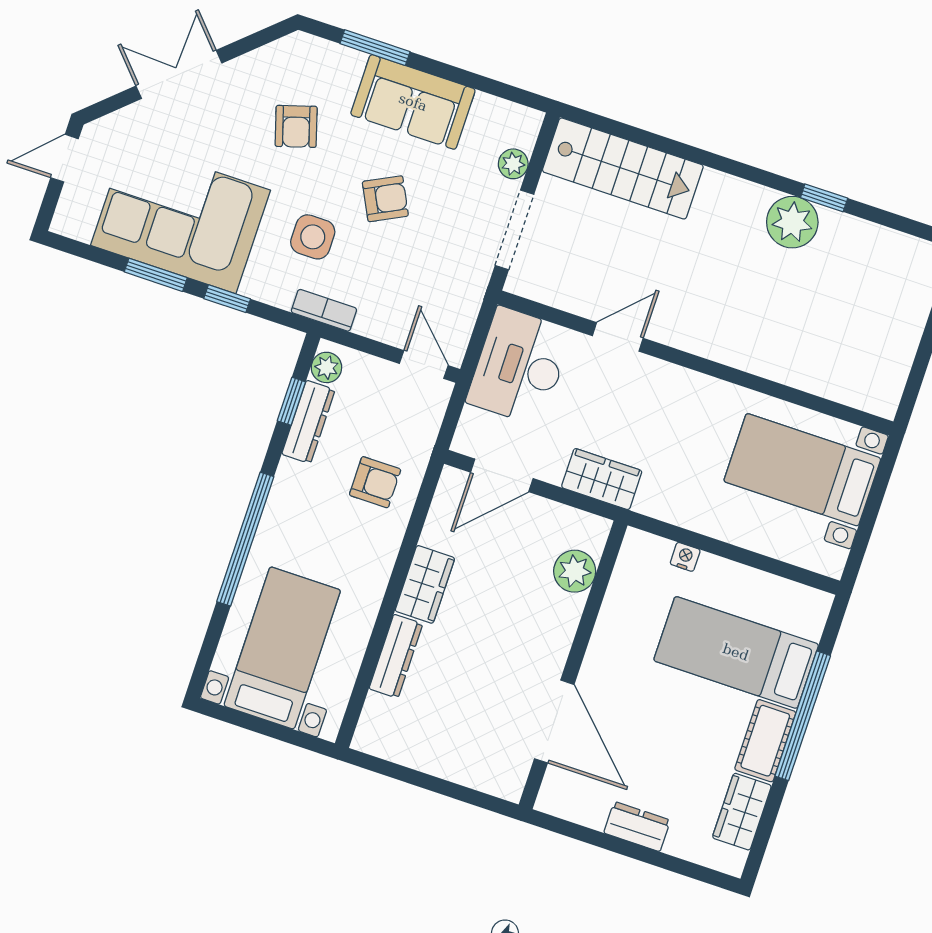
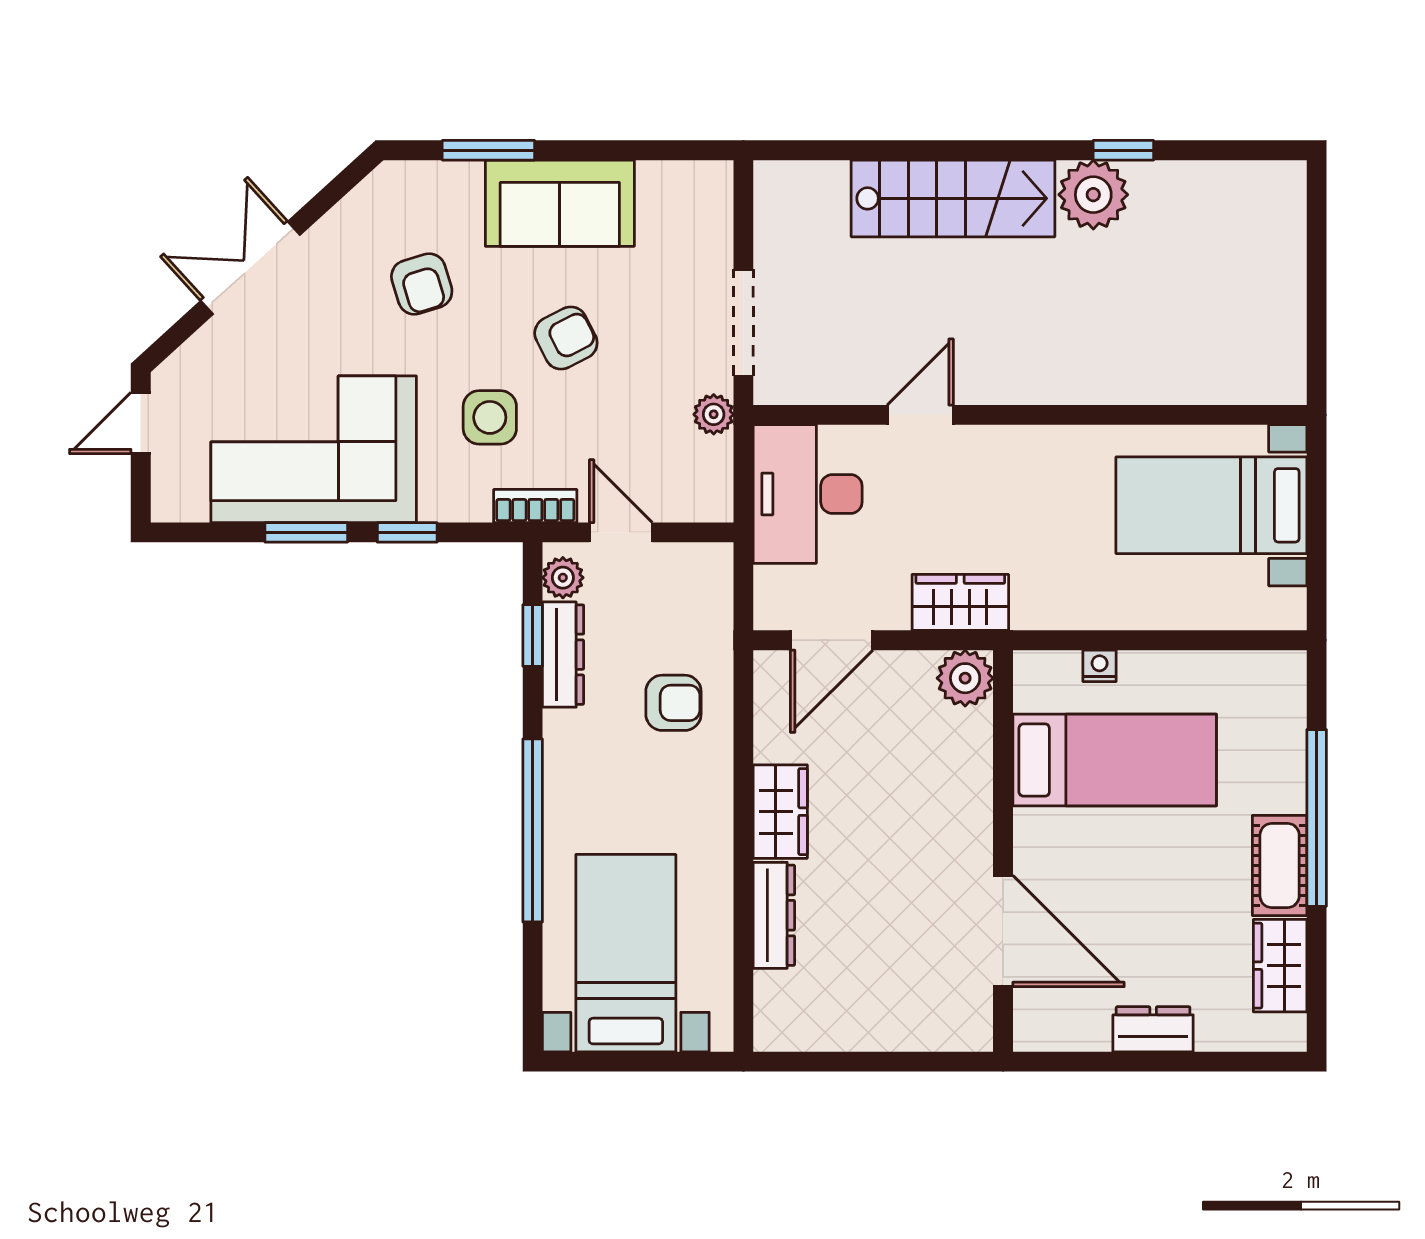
plant: (513, 164) -> (714, 414), moved
stairs: (623, 168) -> (953, 198), moved
door: (424, 364) -> (621, 532), moved
plant: (575, 571) -> (965, 678), moved
bed: (736, 652) -> (1115, 760), moved, turned 180

